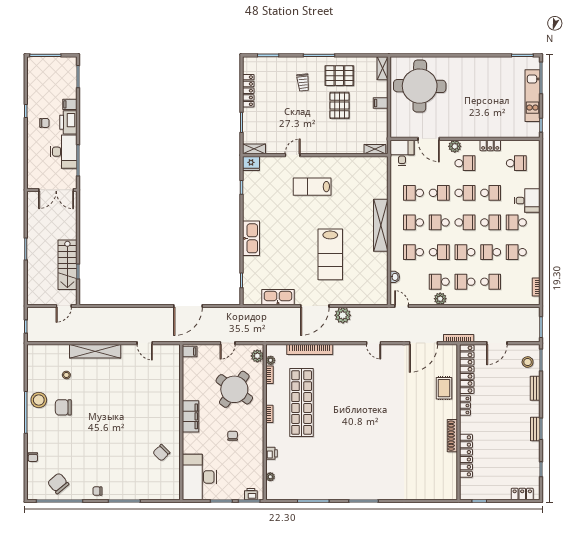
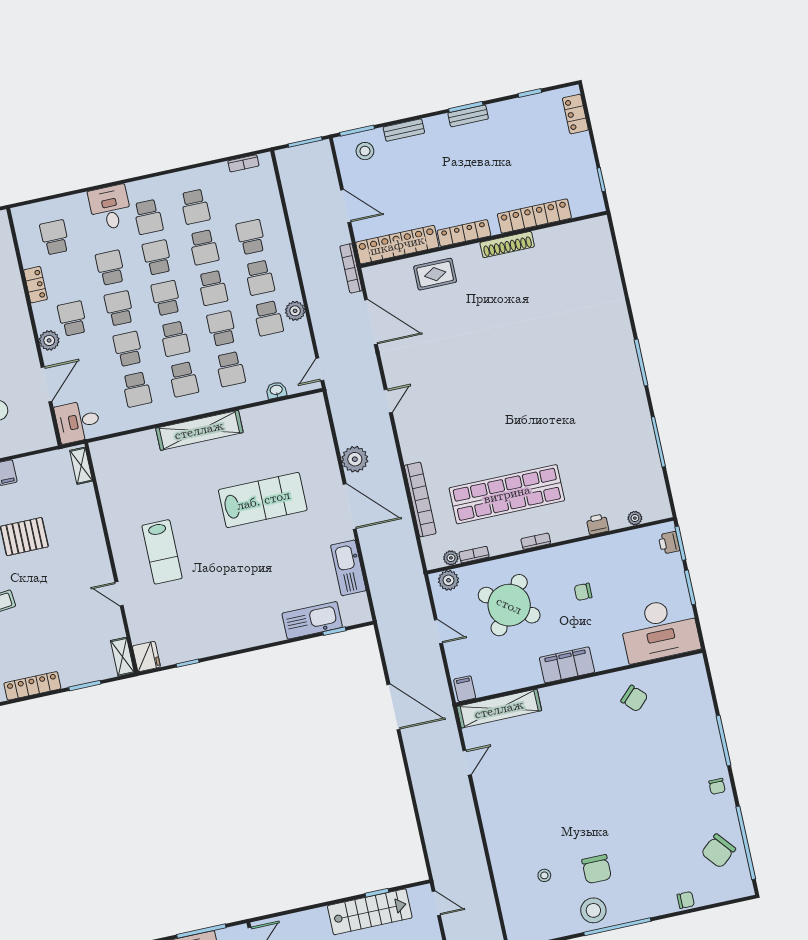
kitchen sink: (251, 238) -> (312, 620), moved
shelving: (95, 351) -> (499, 709), moved, turned 90
locker: (465, 406) -> (464, 233), width x1.53

